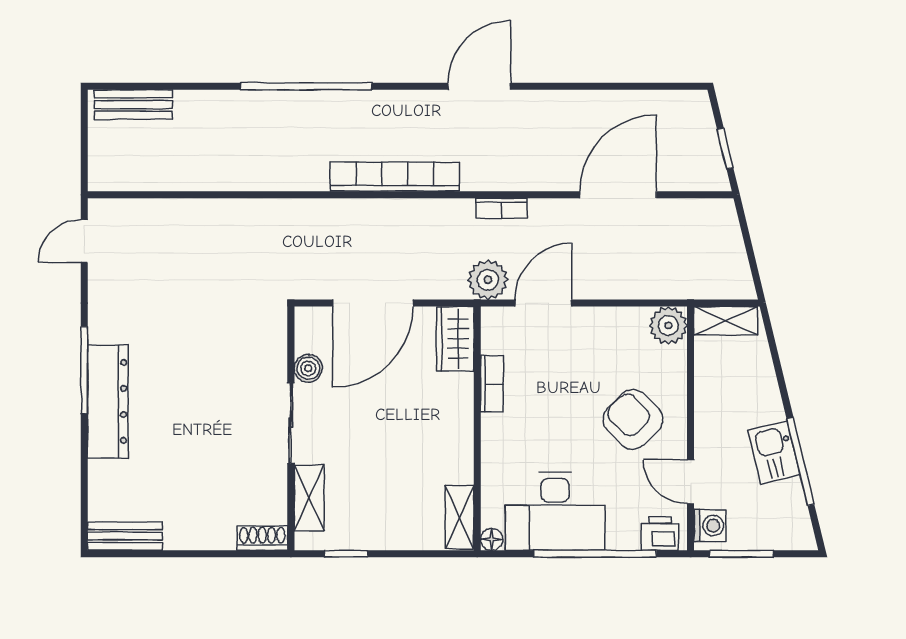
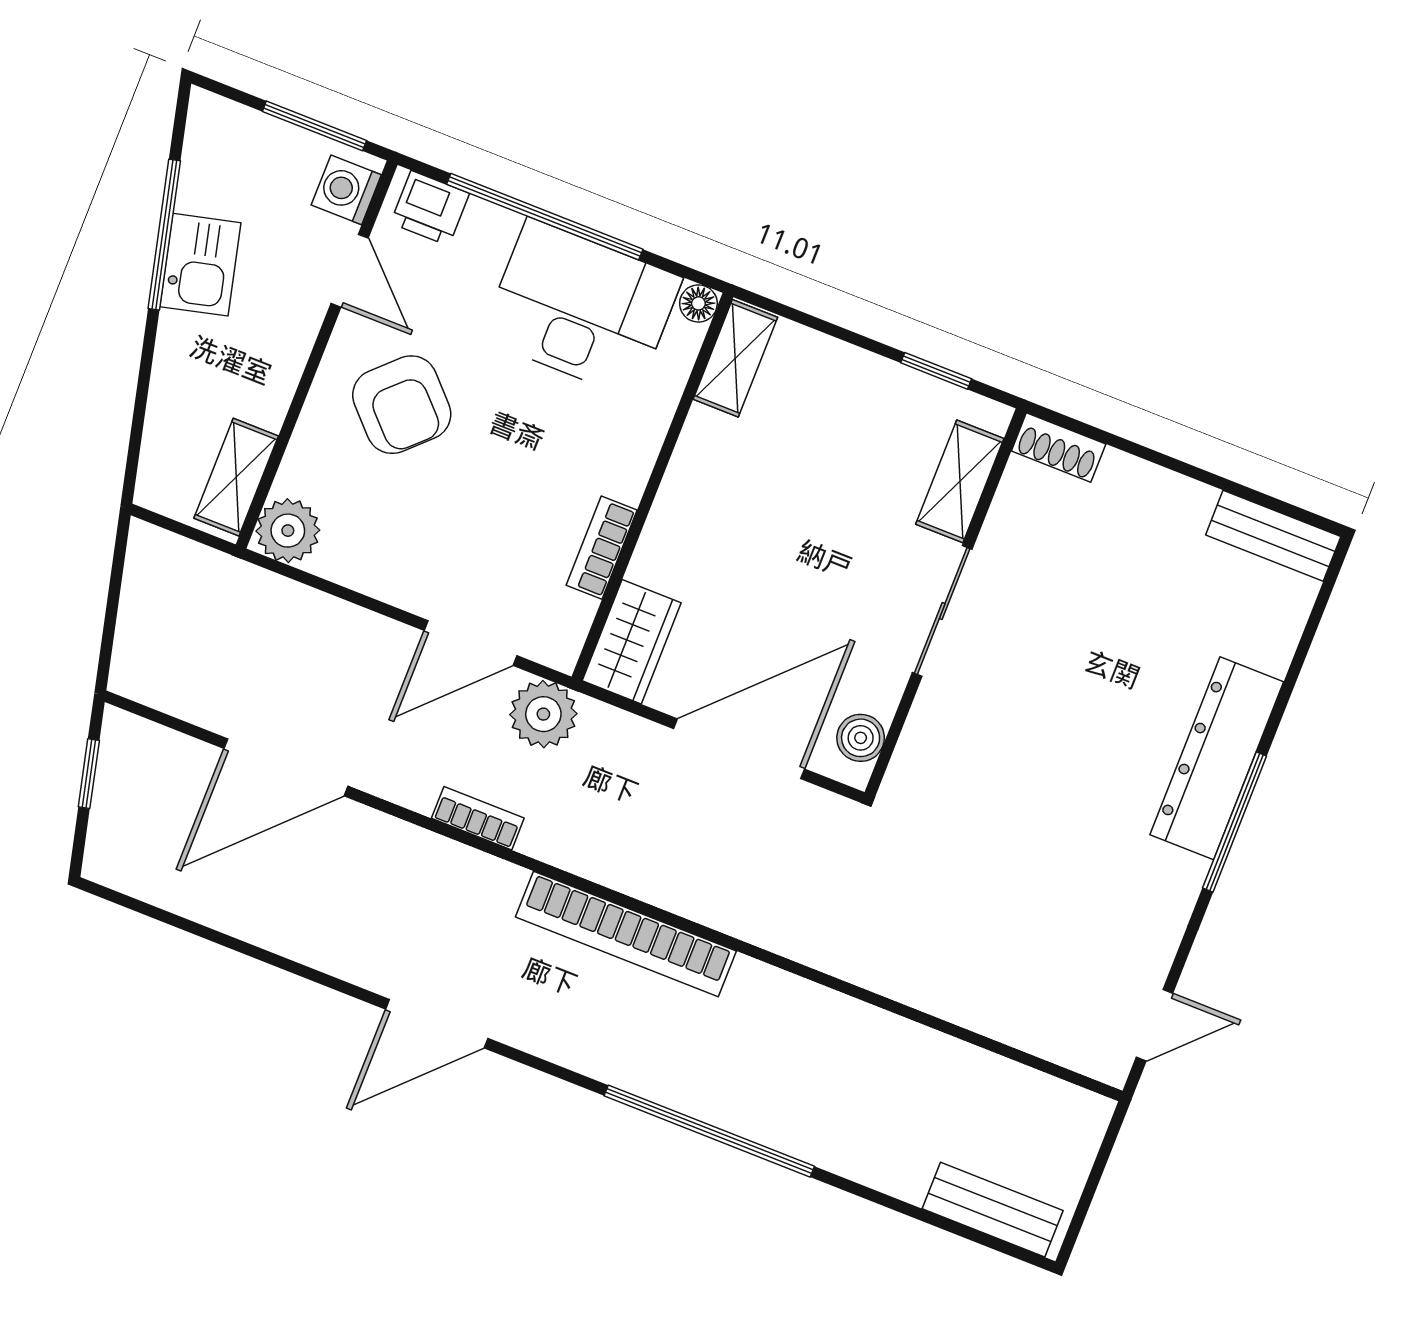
shelving: (726, 321) -> (236, 477), moved, turned 90
boiler: (308, 368) -> (861, 738), moved

